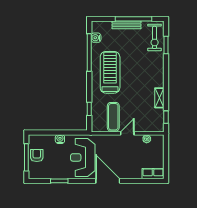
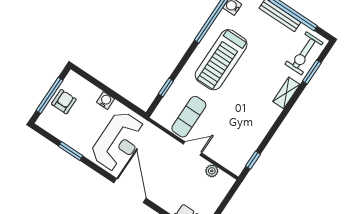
treadmill: (110, 72) -> (221, 60), turned 180
shelving: (159, 98) -> (286, 93), moved
reception desk: (83, 157) -> (118, 141), turned 180

